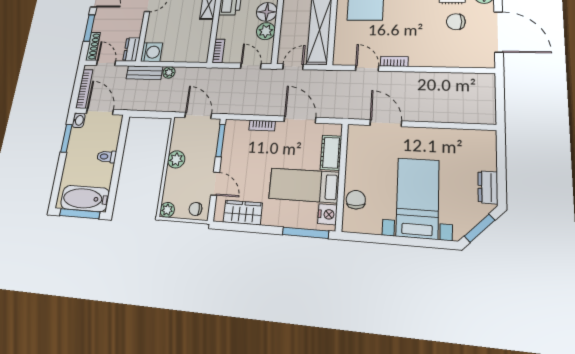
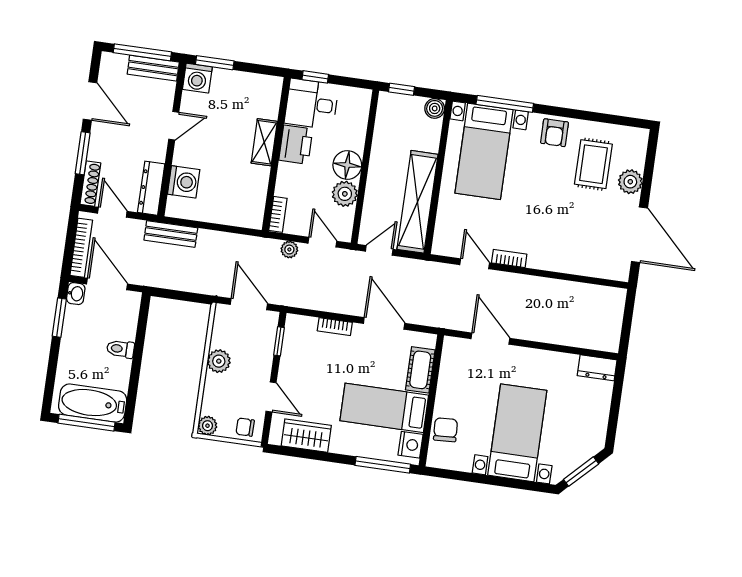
chair: (456, 22) -> (591, 214), removed
dresser: (131, 49) -> (151, 188), width x1.44
washing machine: (152, 52) -> (184, 182), moved
plant: (169, 72) -> (289, 250), moved
window: (220, 141) -> (279, 341), width x0.67
dresser: (488, 187) -> (597, 368), moved, turned -90

